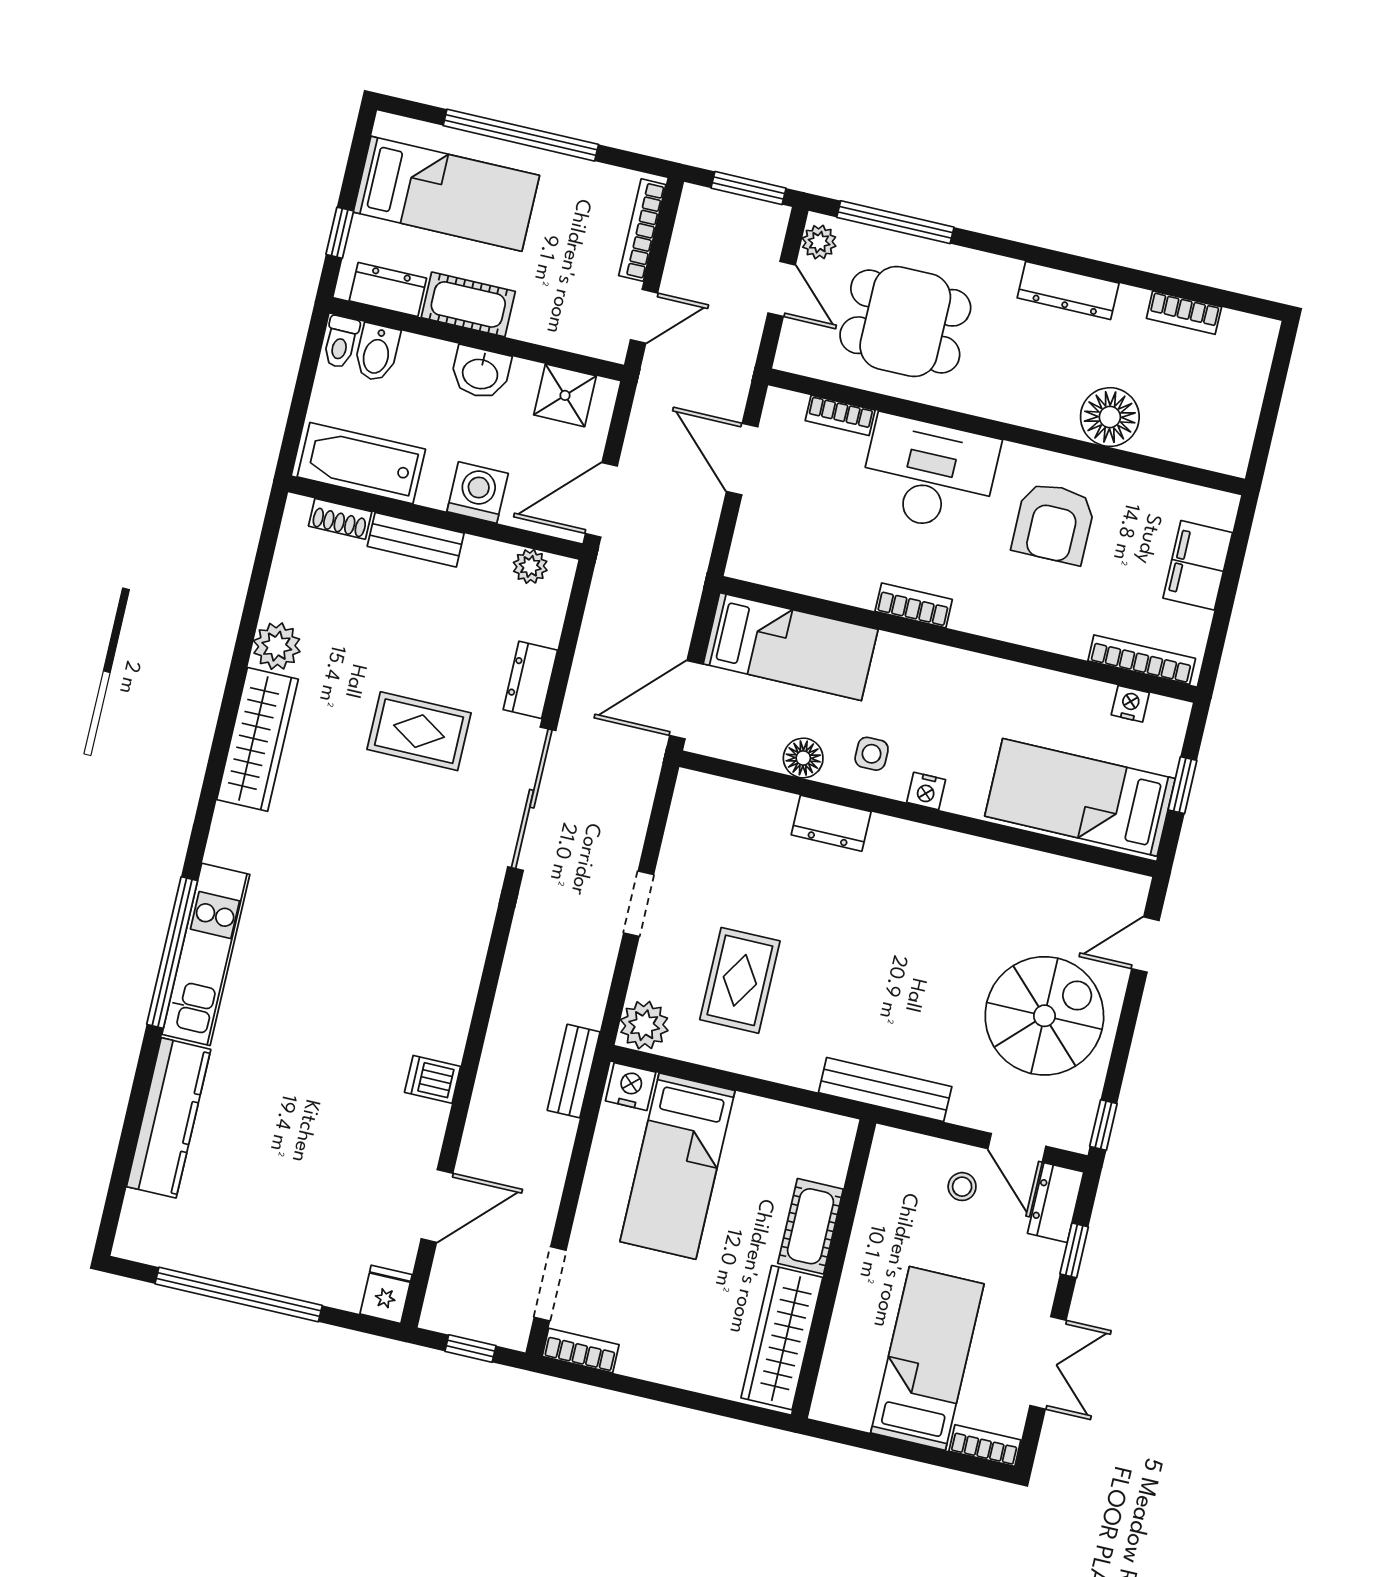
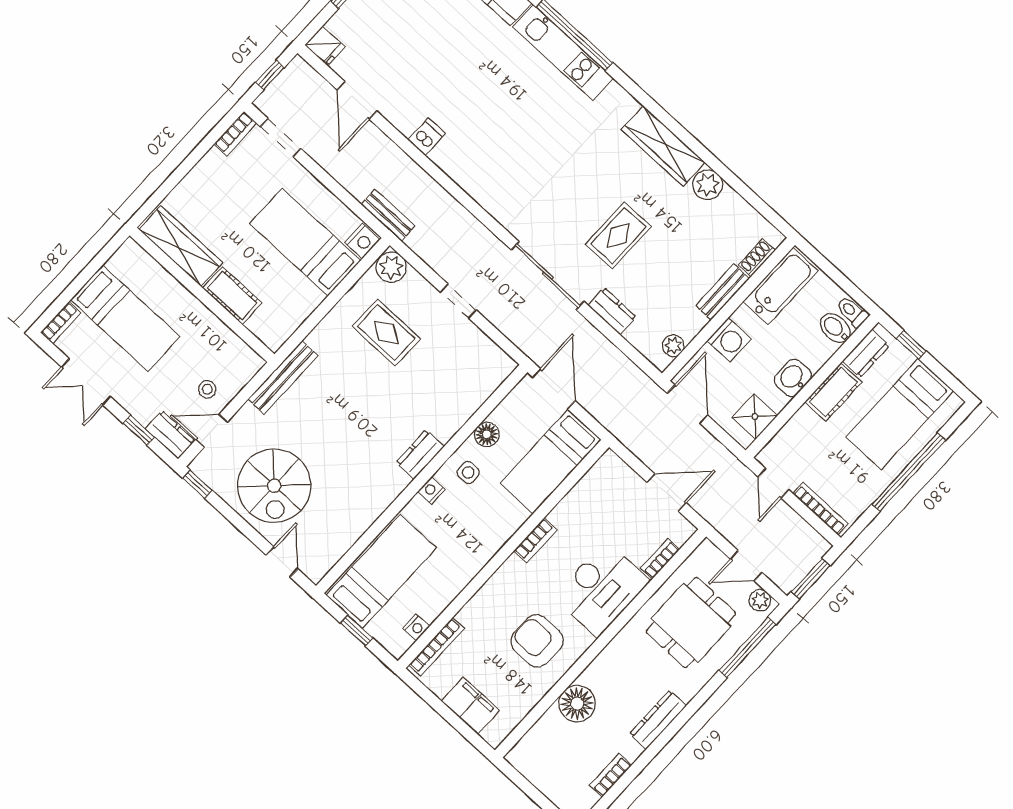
dresser: (831, 823) -> (420, 454), moved

